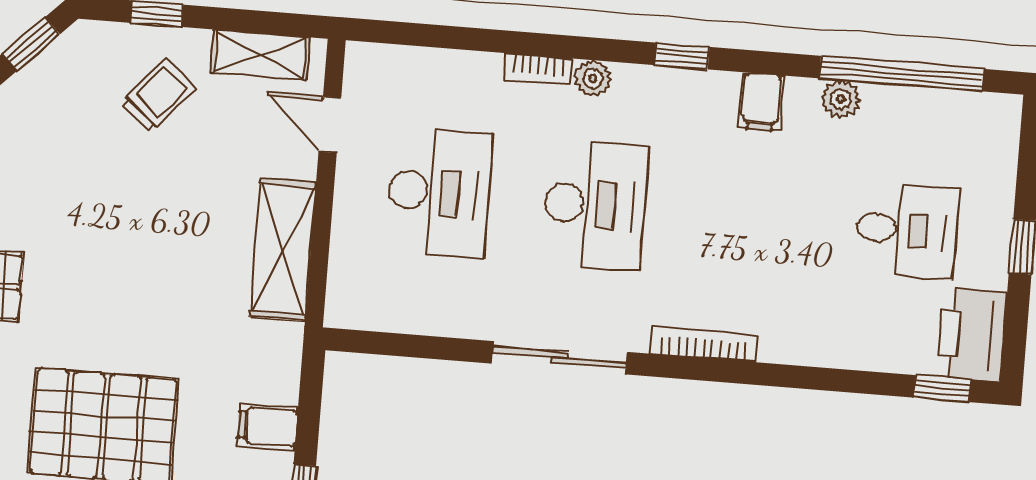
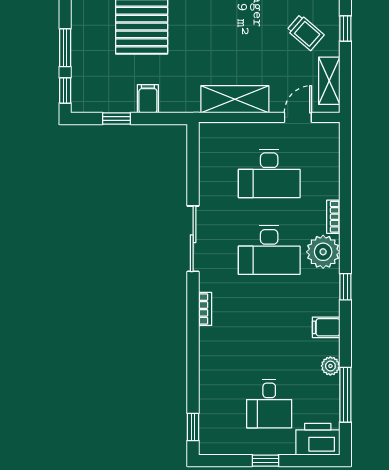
window: (902, 74) -> (345, 395), width x0.68
plant: (593, 78) -> (323, 252), width x1.87, depth x1.87
printer: (972, 335) -> (318, 439), moved
bookcase: (704, 345) -> (205, 309), width x0.64

